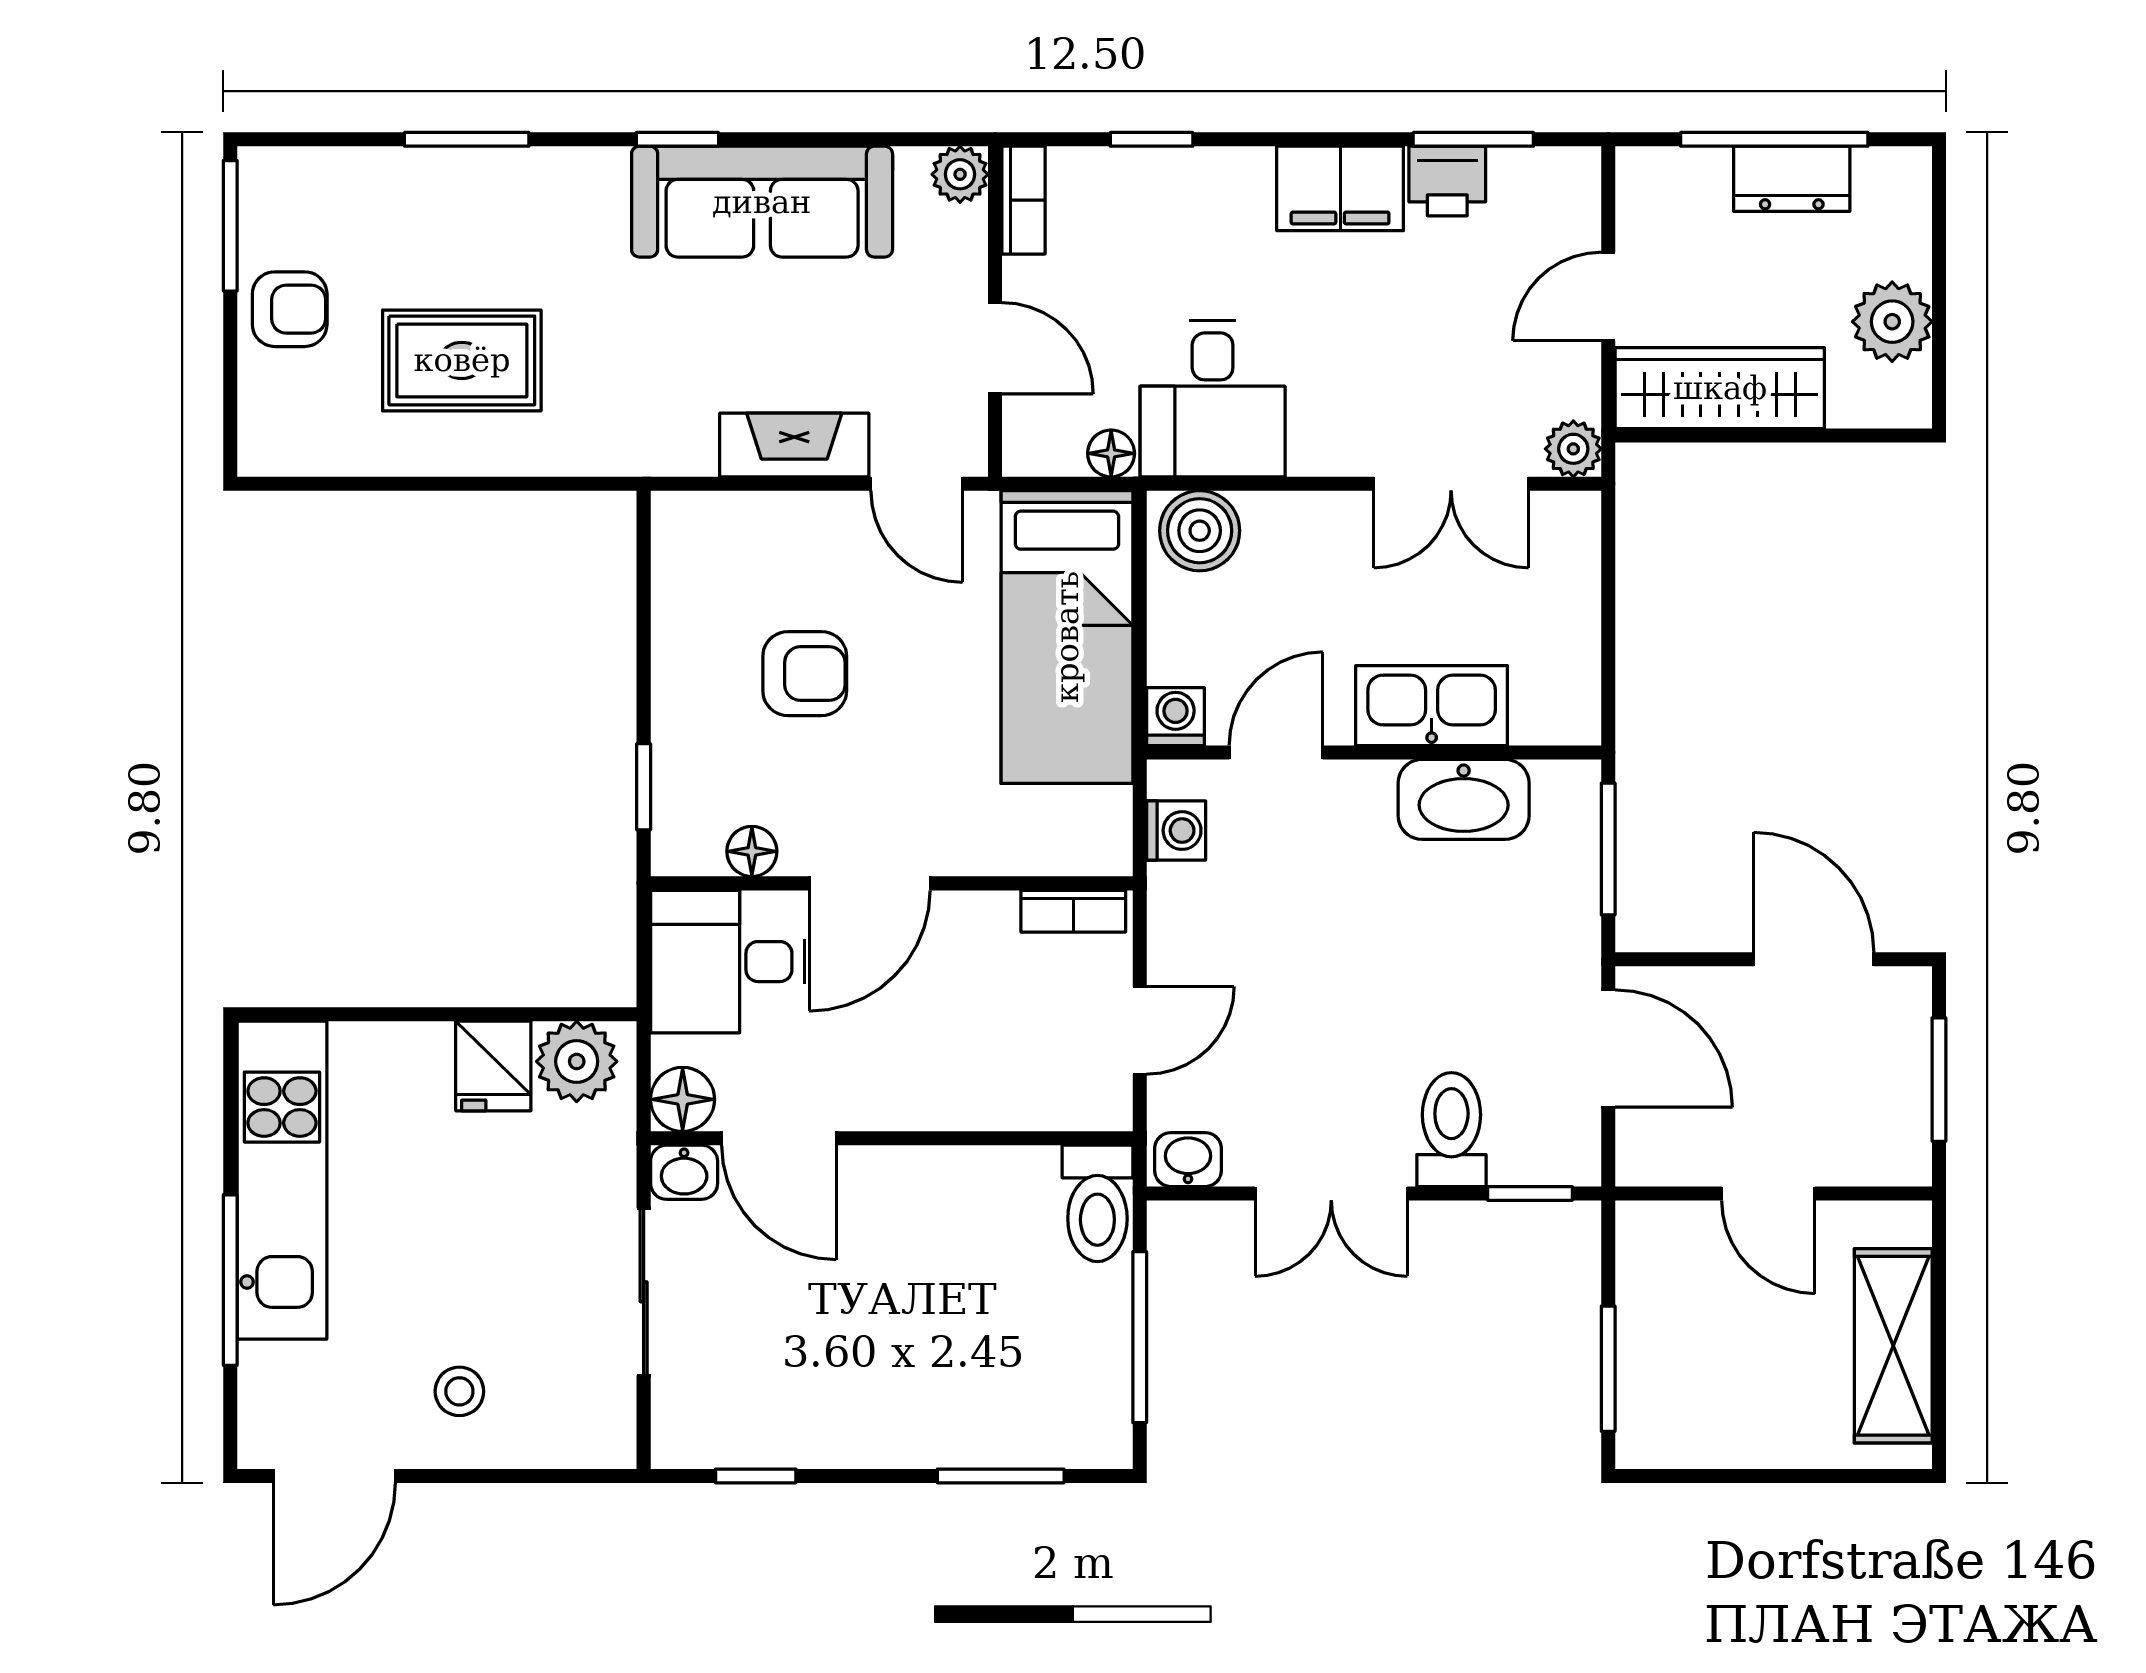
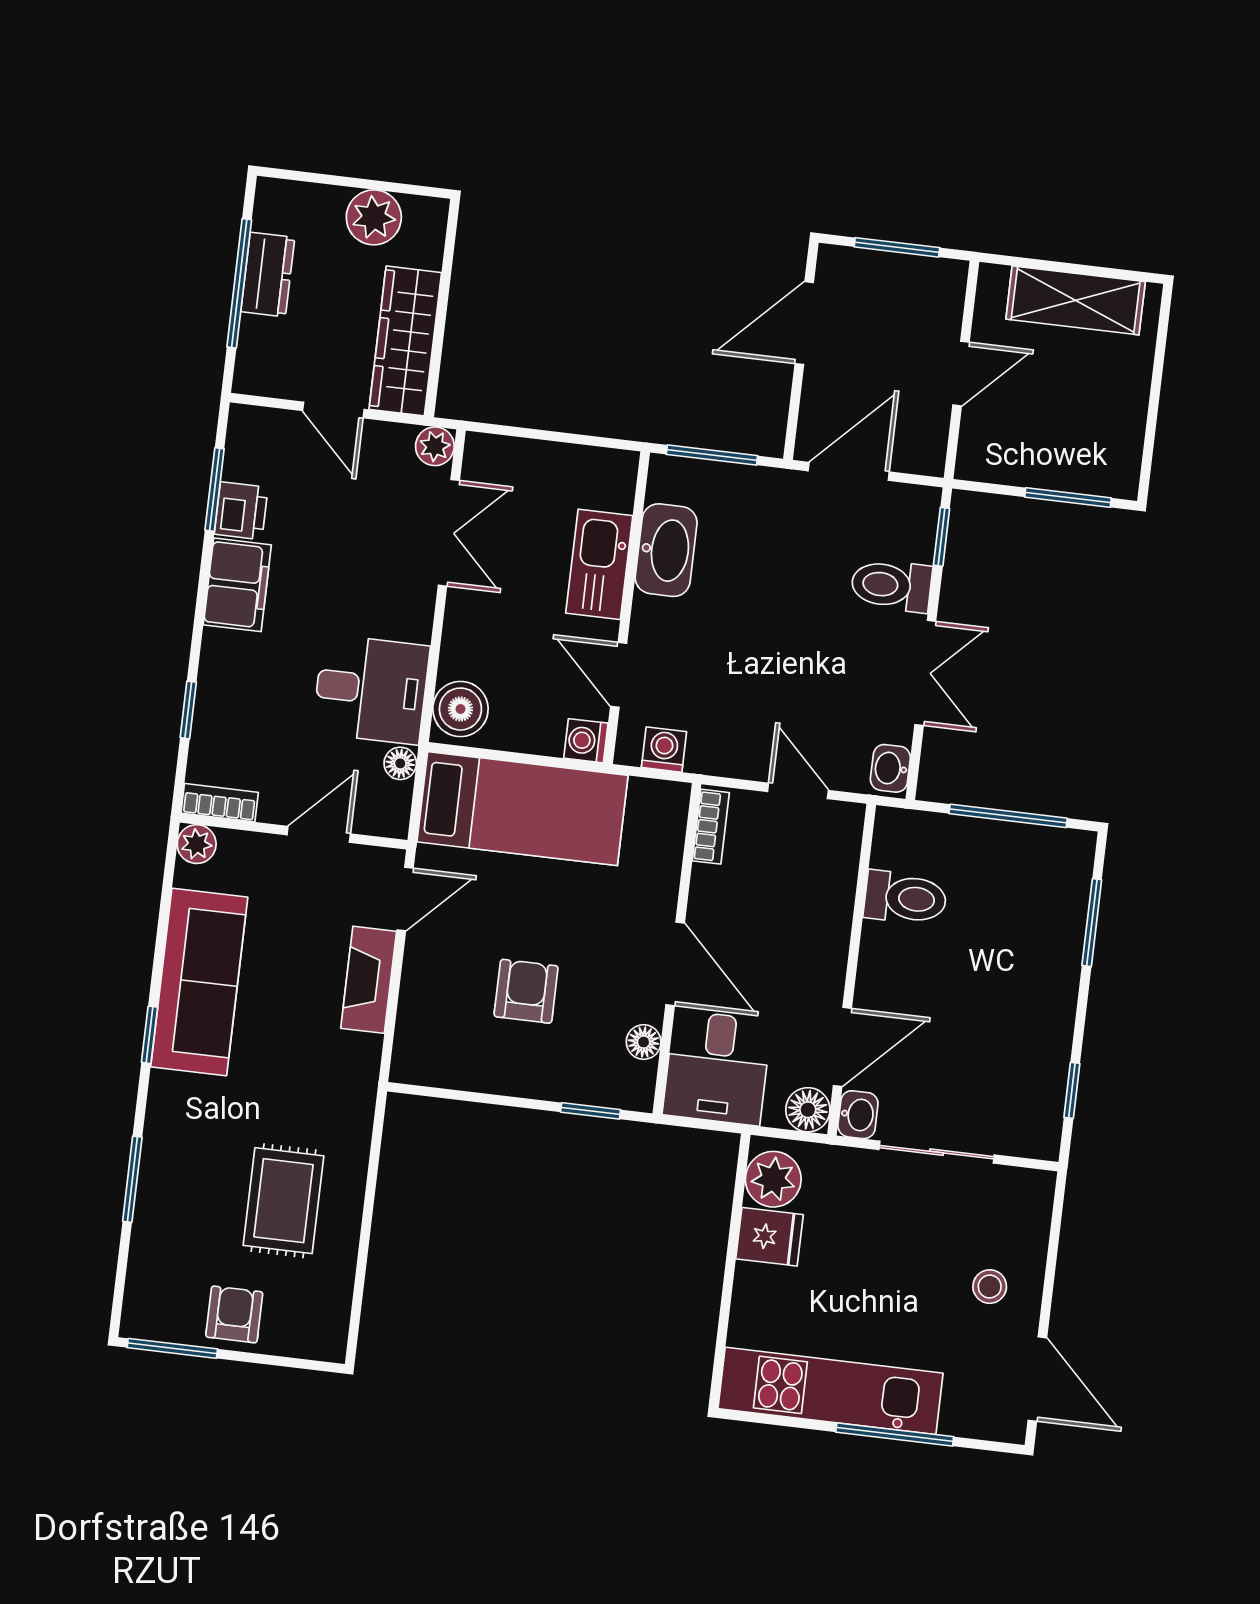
toilet: (1097, 1203) -> (905, 898), moved

